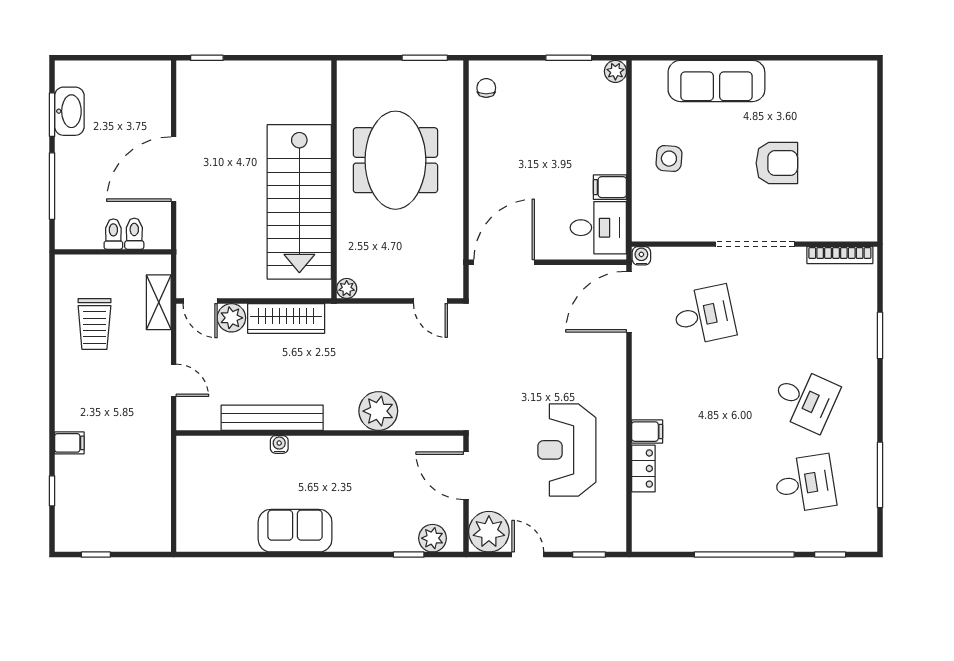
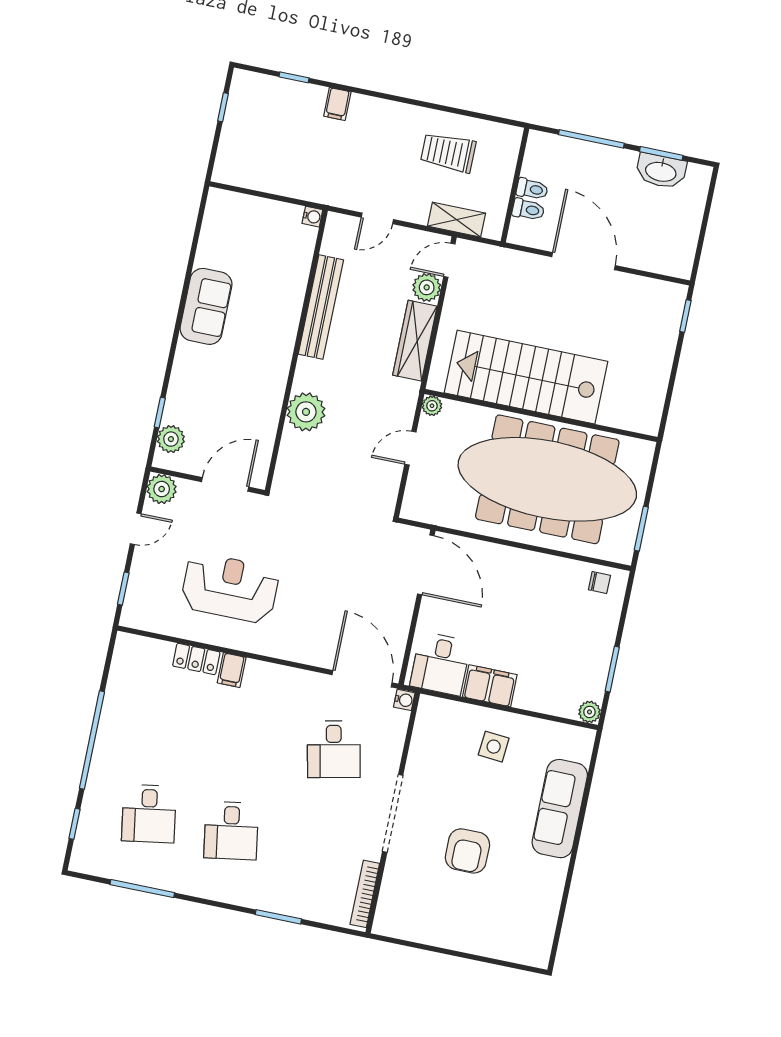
meeting table: (395, 160) -> (547, 479), width x1.86, depth x1.27
filing cabinet: (610, 187) -> (490, 686), width x2.00
door: (430, 301) -> (410, 448), moved
desk: (805, 399) -> (231, 831), turned -33
water cooler: (279, 444) -> (312, 217), moved
plant: (489, 532) -> (162, 489), width x0.73, depth x0.73

